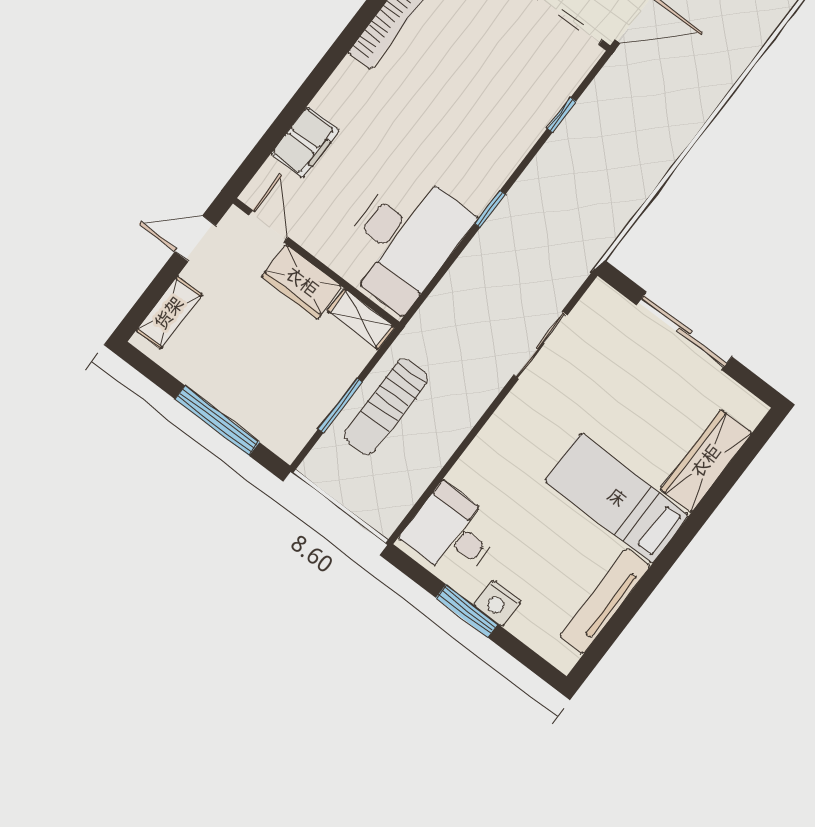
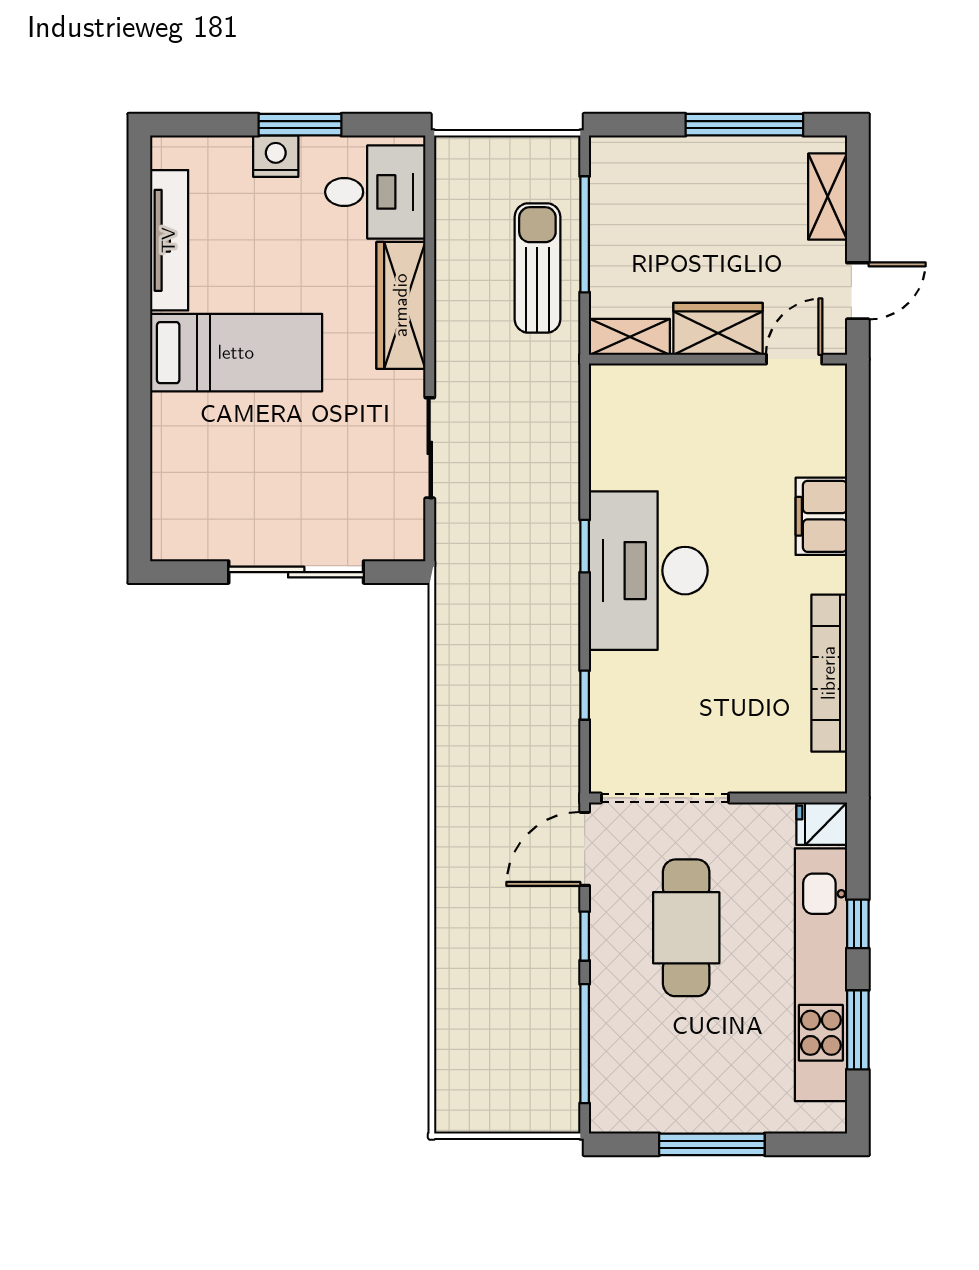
filing cabinet: (305, 142) -> (821, 516), moved
door: (268, 226) -> (794, 359), swing flipped
desk: (403, 239) -> (648, 571), moved
window: (340, 405) -> (585, 234), width x1.44
window: (217, 421) -> (744, 125), moved
wardrobe: (706, 461) -> (401, 305), moved, turned 180

